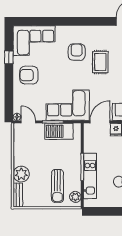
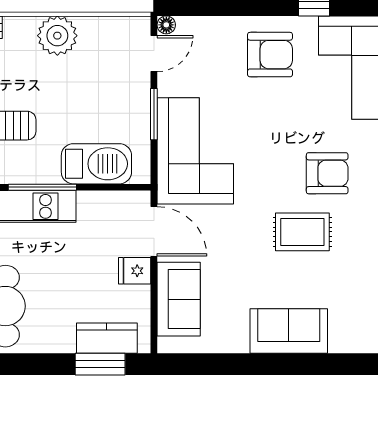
armchair: (29, 75) -> (270, 55), turned 90
barbecue: (59, 131) -> (96, 164), moved, turned 90
plant: (21, 174) -> (57, 36), moved

